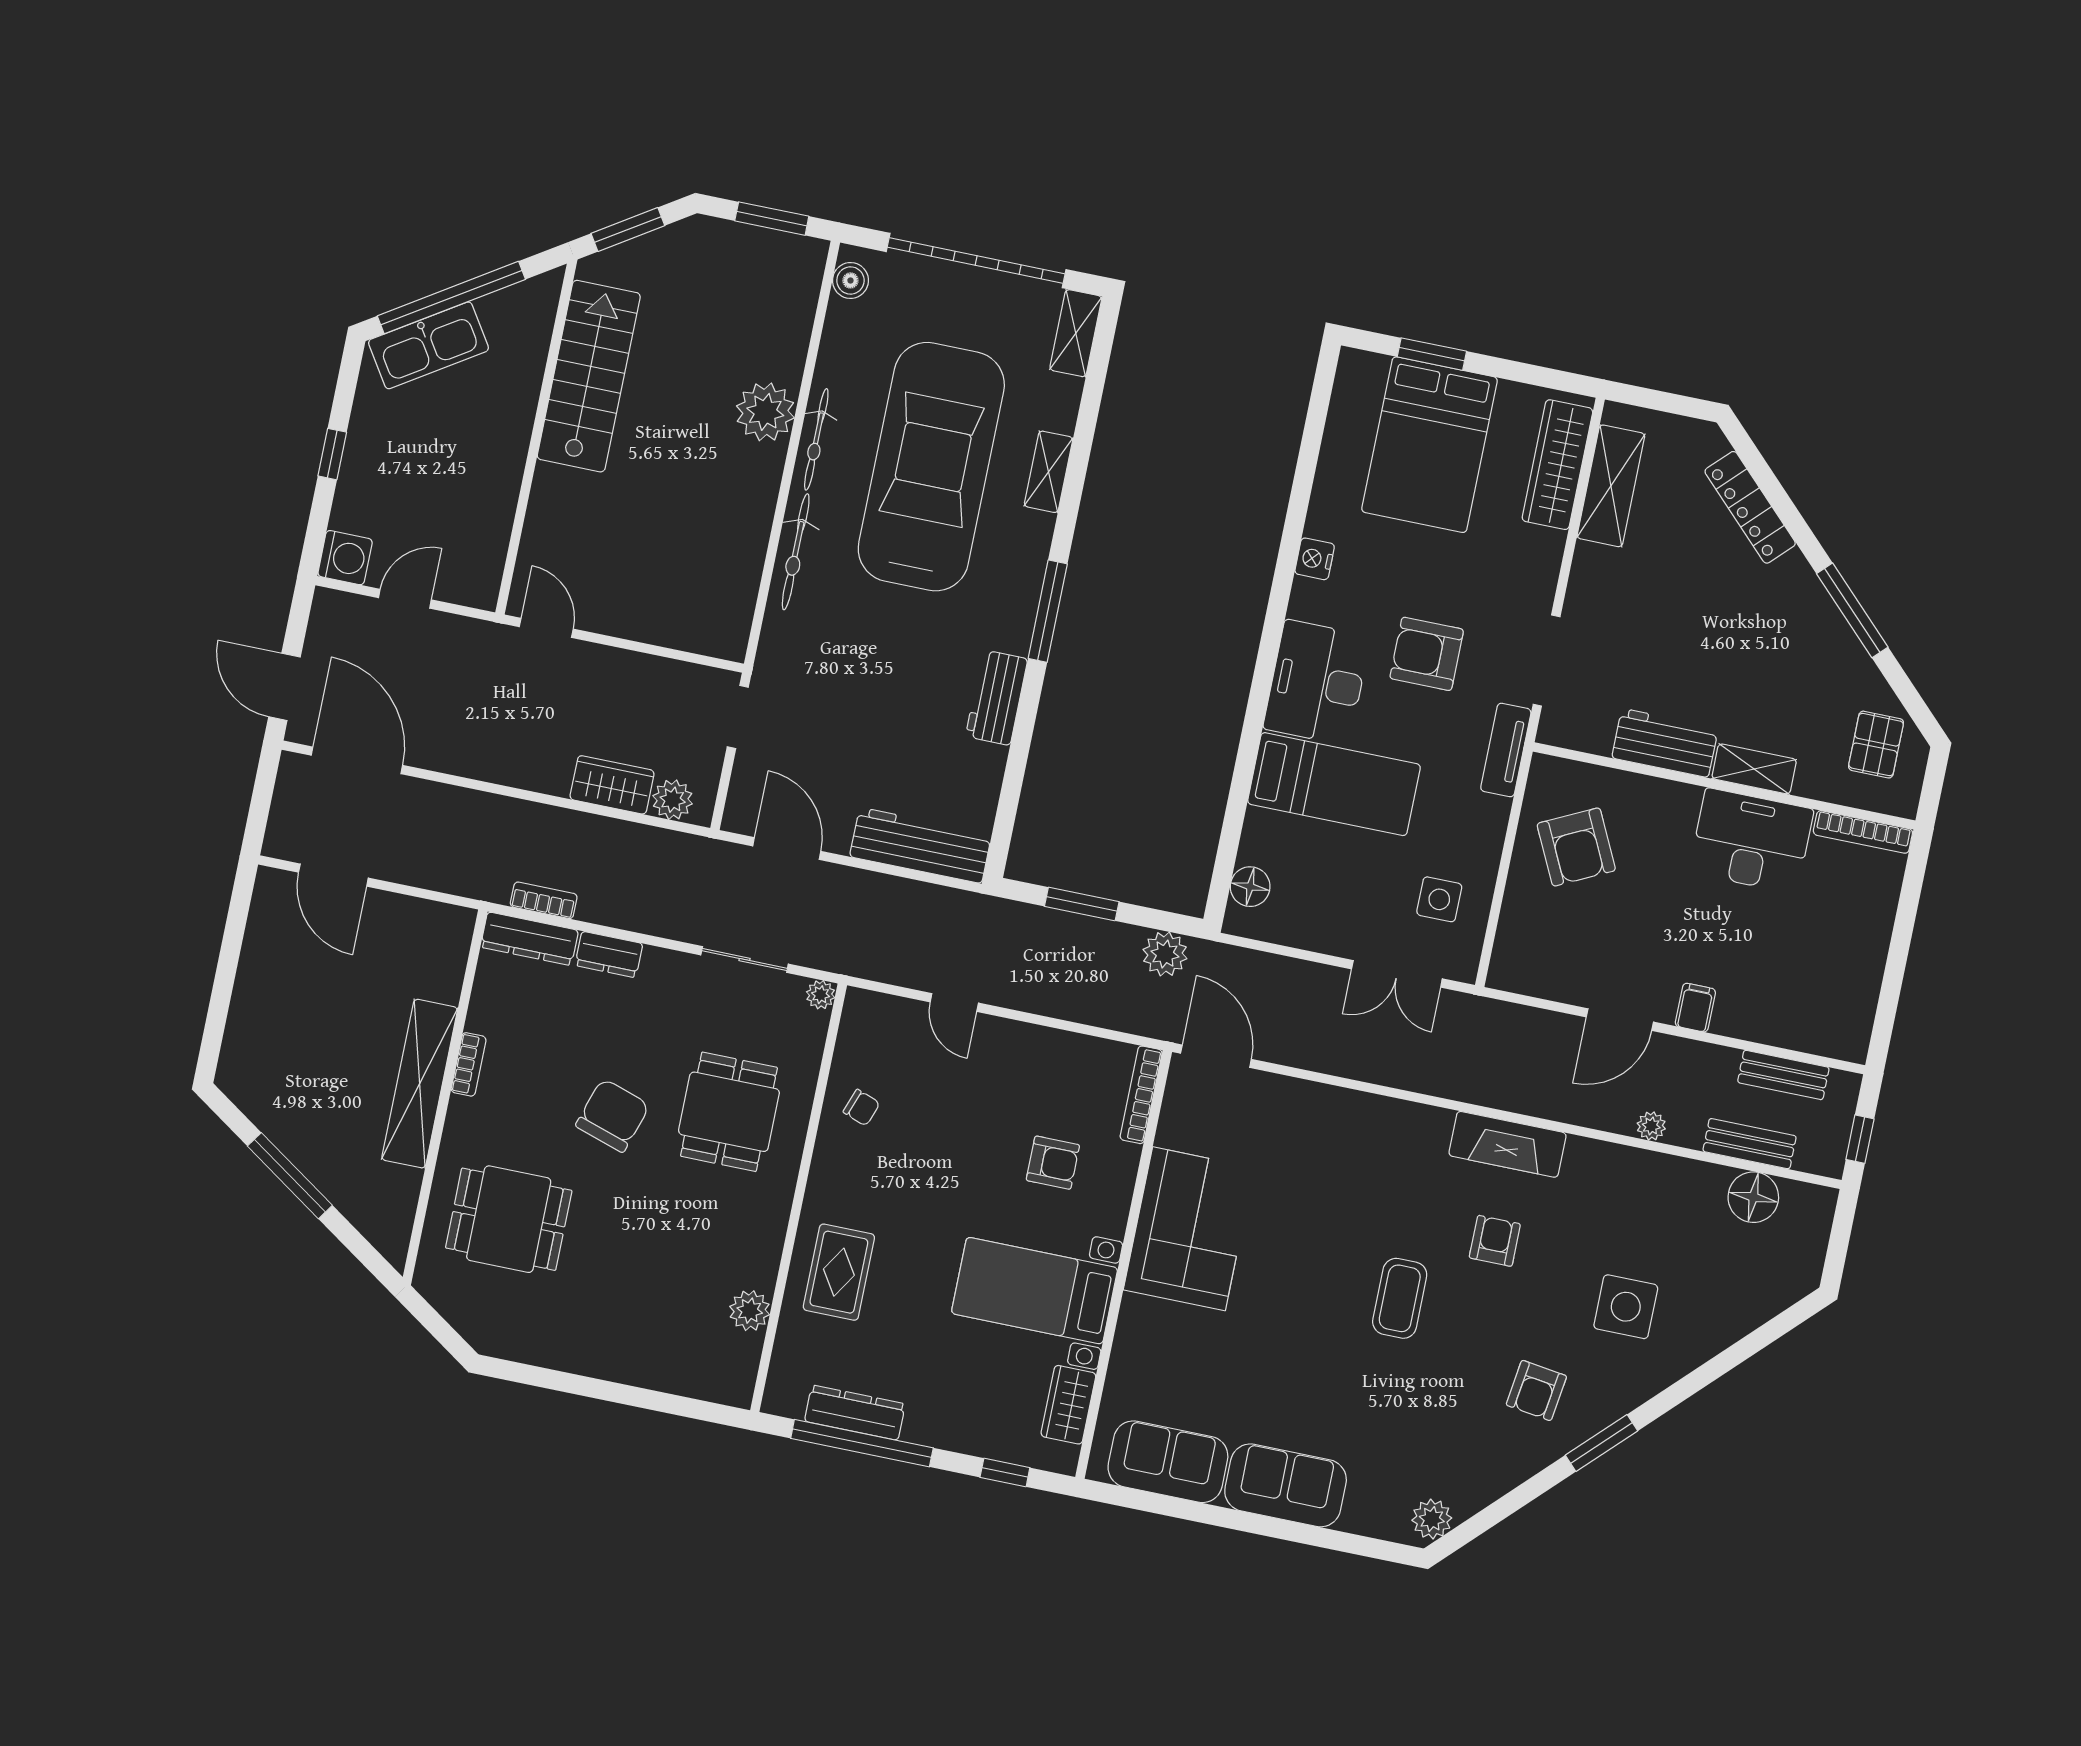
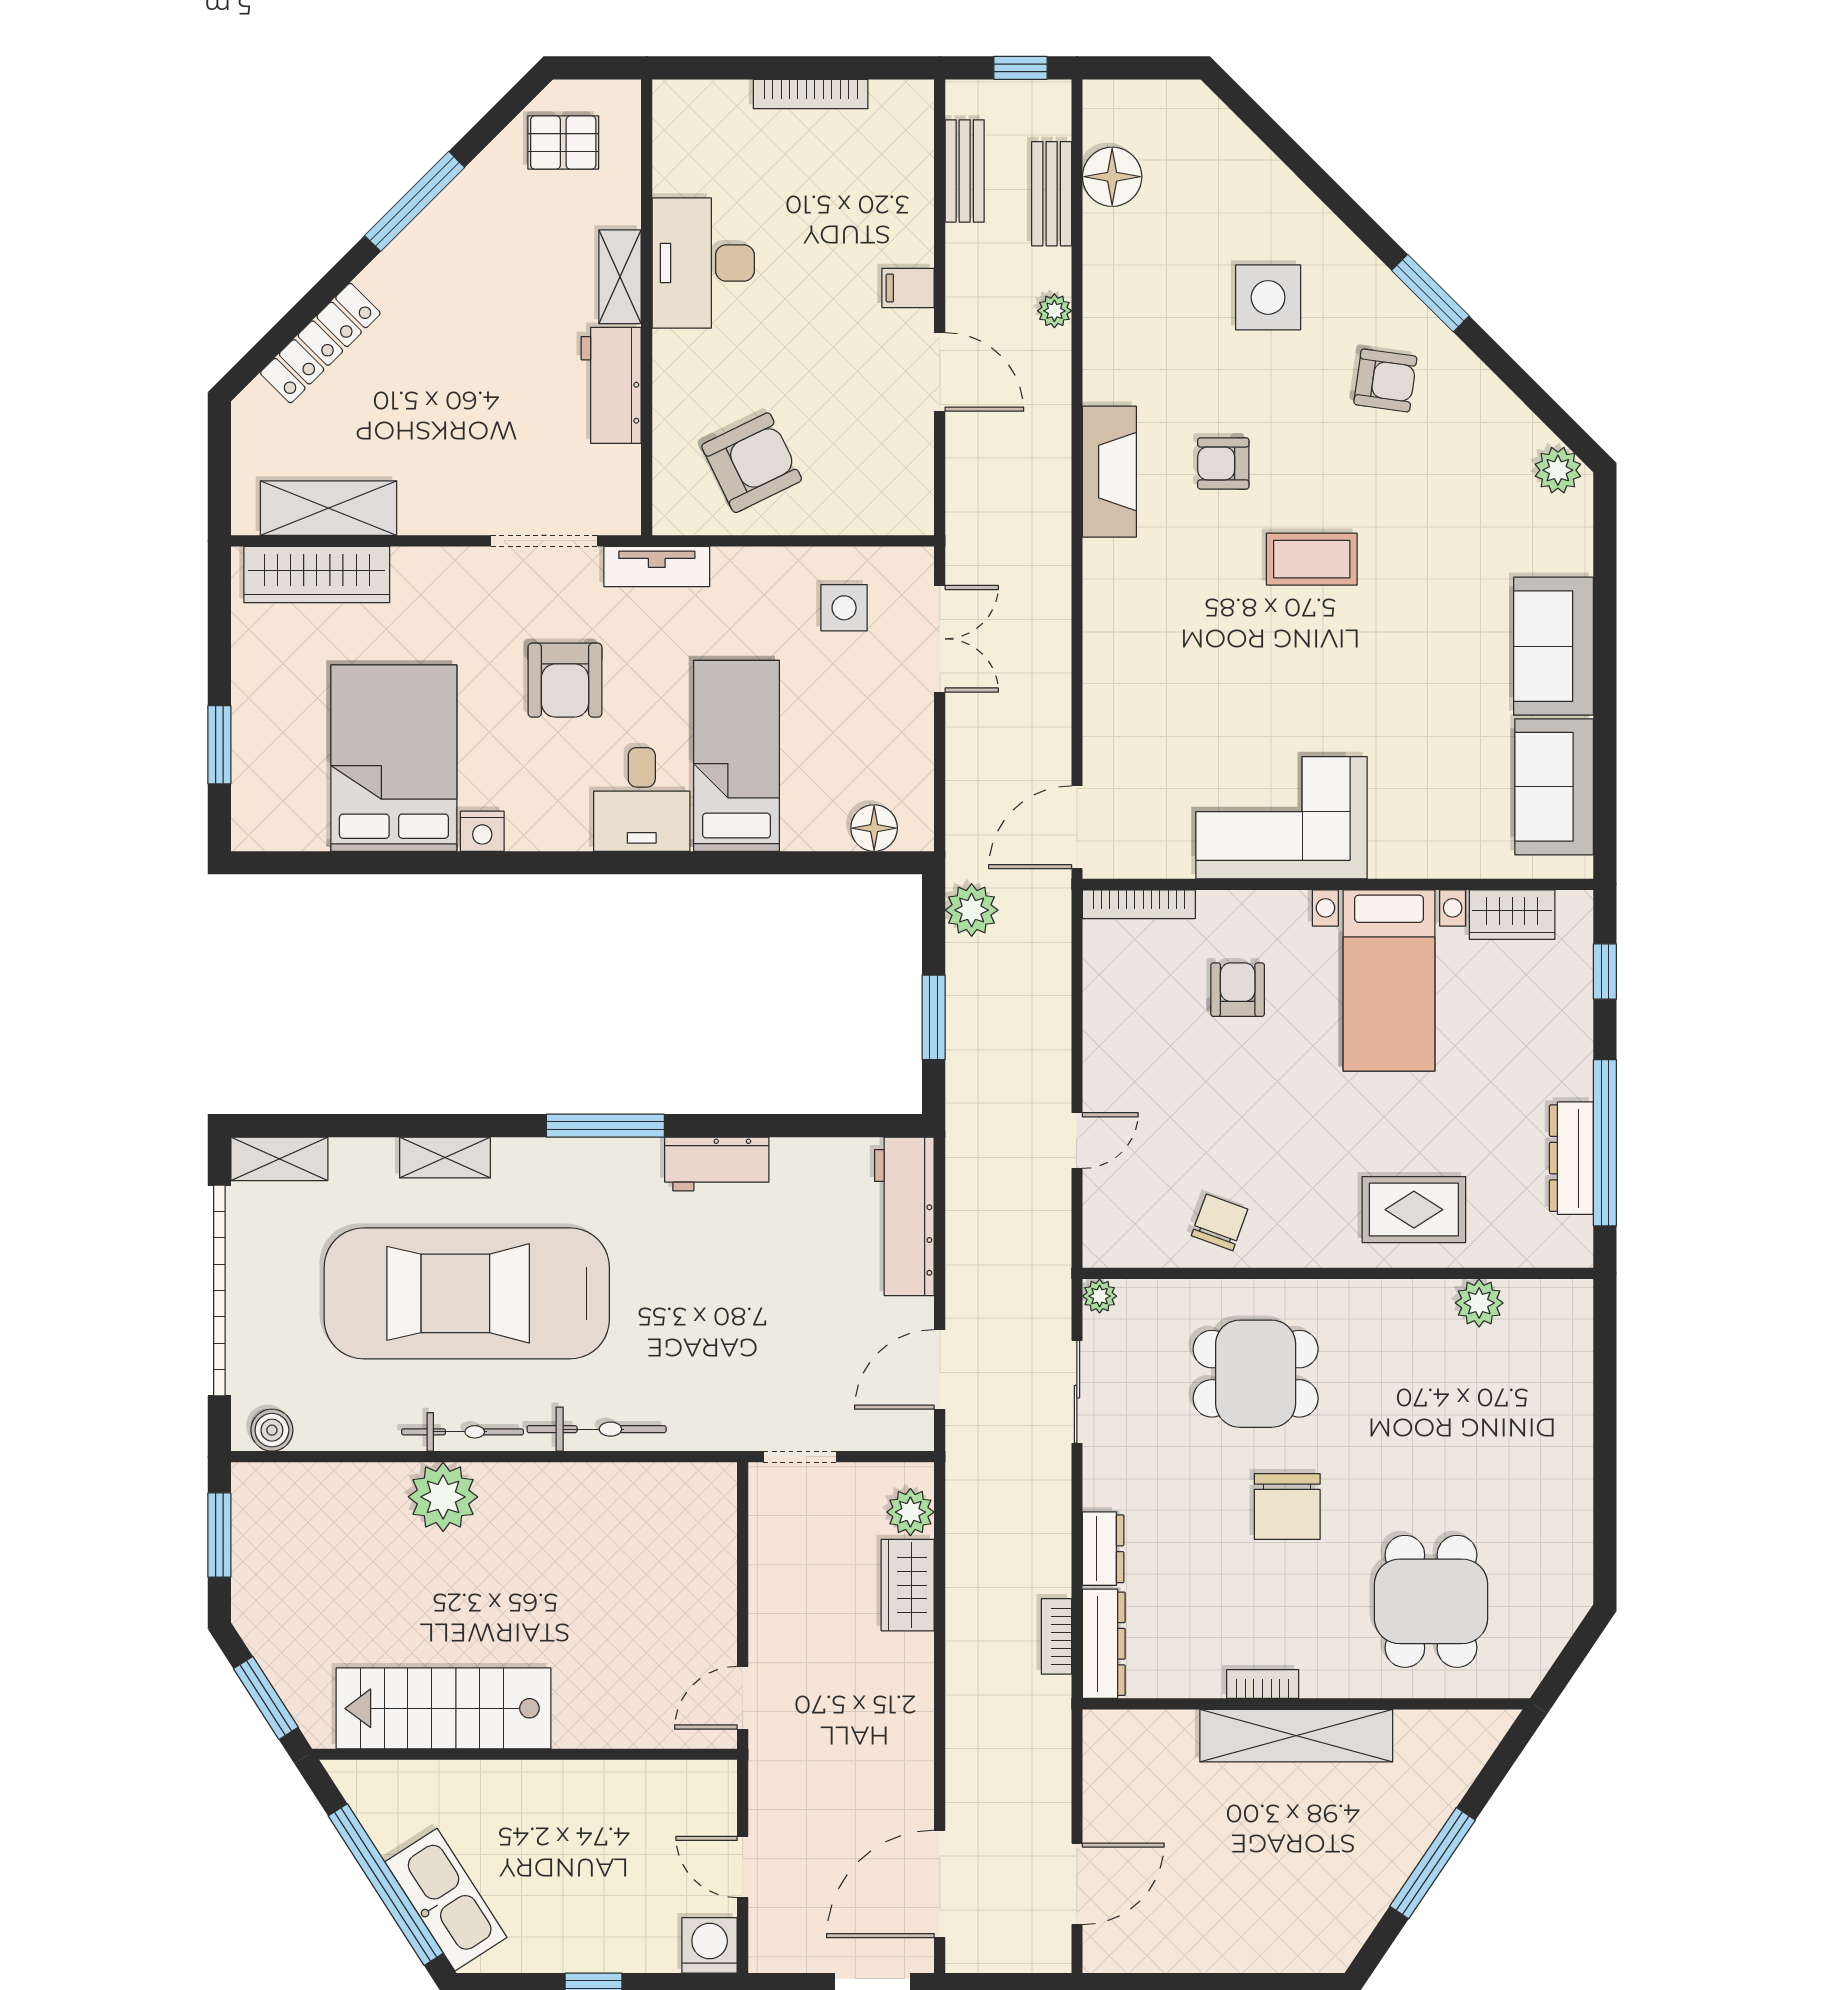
bed: (1430, 445) -> (394, 758), moved, turned -90
desk: (1317, 683) -> (642, 799), width x0.73
bookcase: (1863, 832) -> (811, 94), moved, turned 90
chair: (861, 1108) -> (1220, 1222), width x1.37, depth x1.37
chair: (613, 1115) -> (1287, 1506), turned -108

